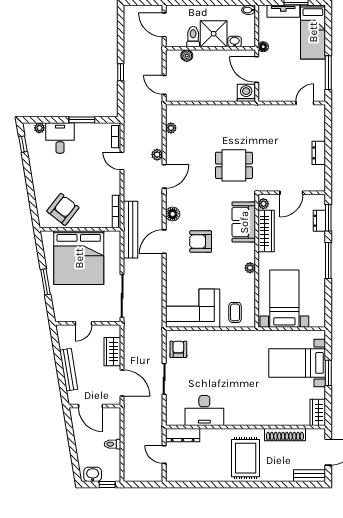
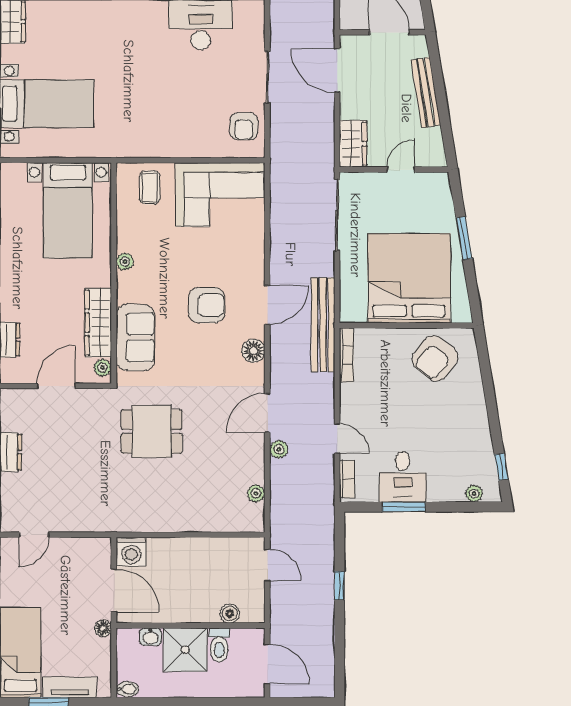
desk: (60, 138) -> (403, 477), moved
wardrobe: (112, 352) -> (353, 144), moved

